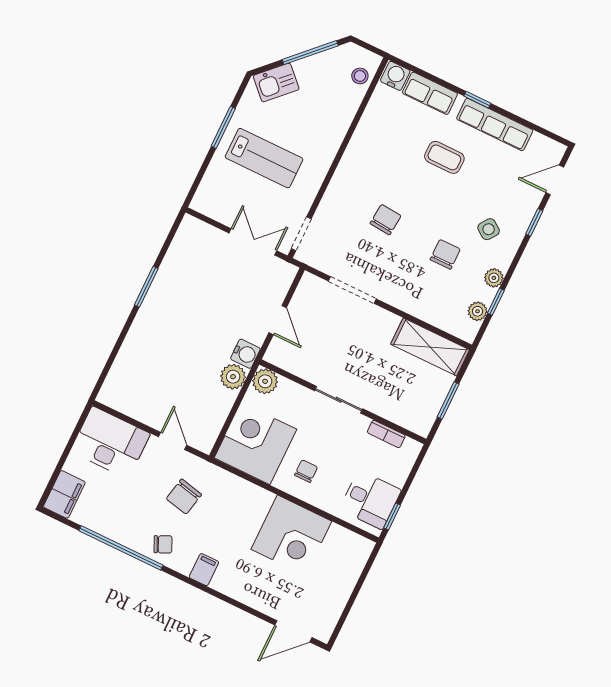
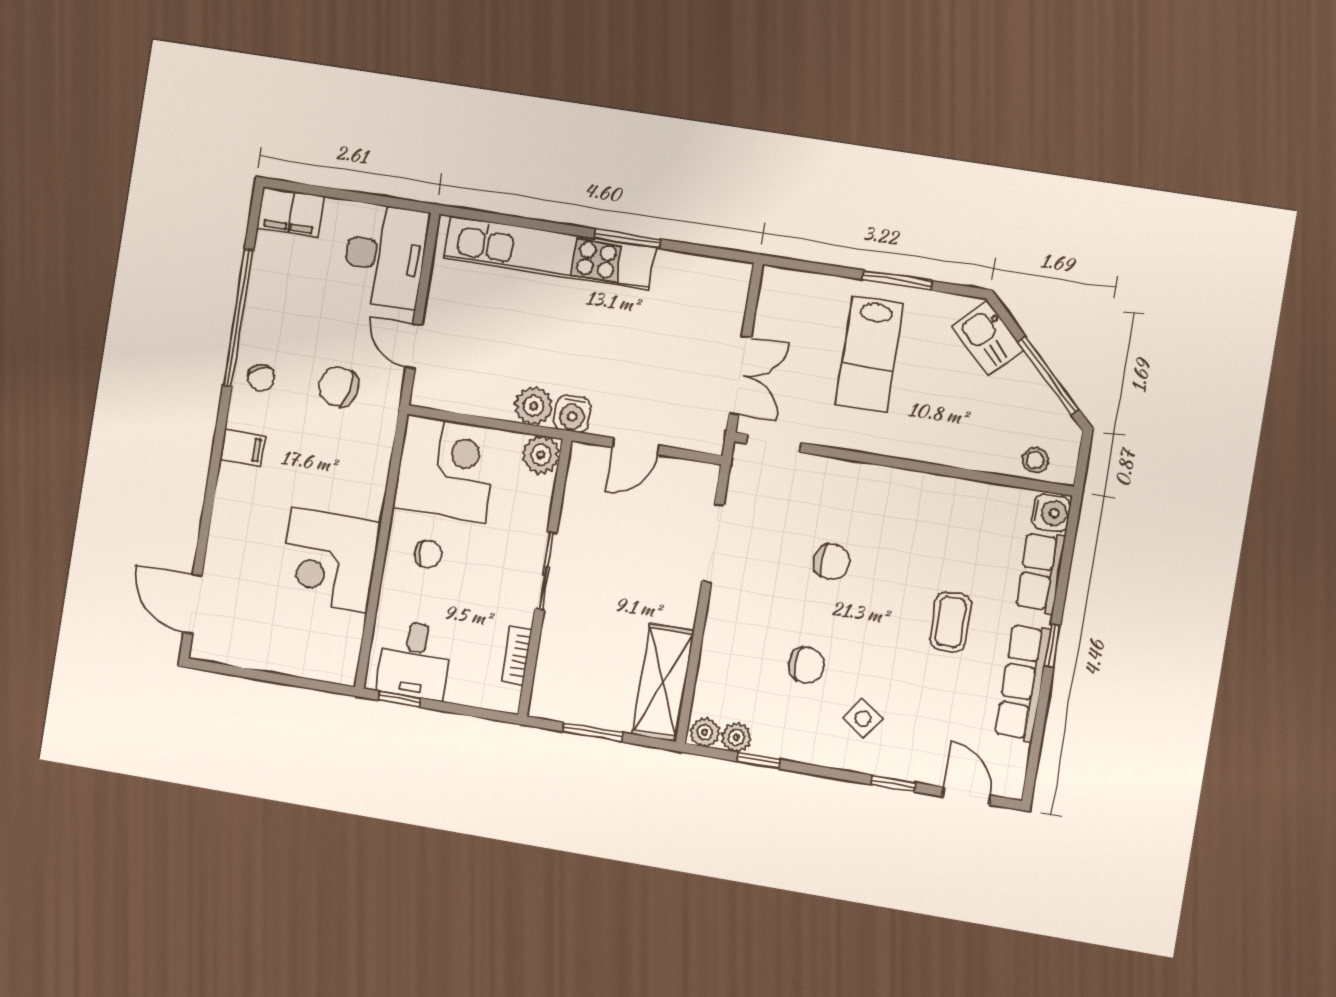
plant: (494, 278) -> (705, 732), moved
kitchen unit: (140, 338) -> (549, 253), added
door: (173, 441) -> (414, 346), swing flipped

